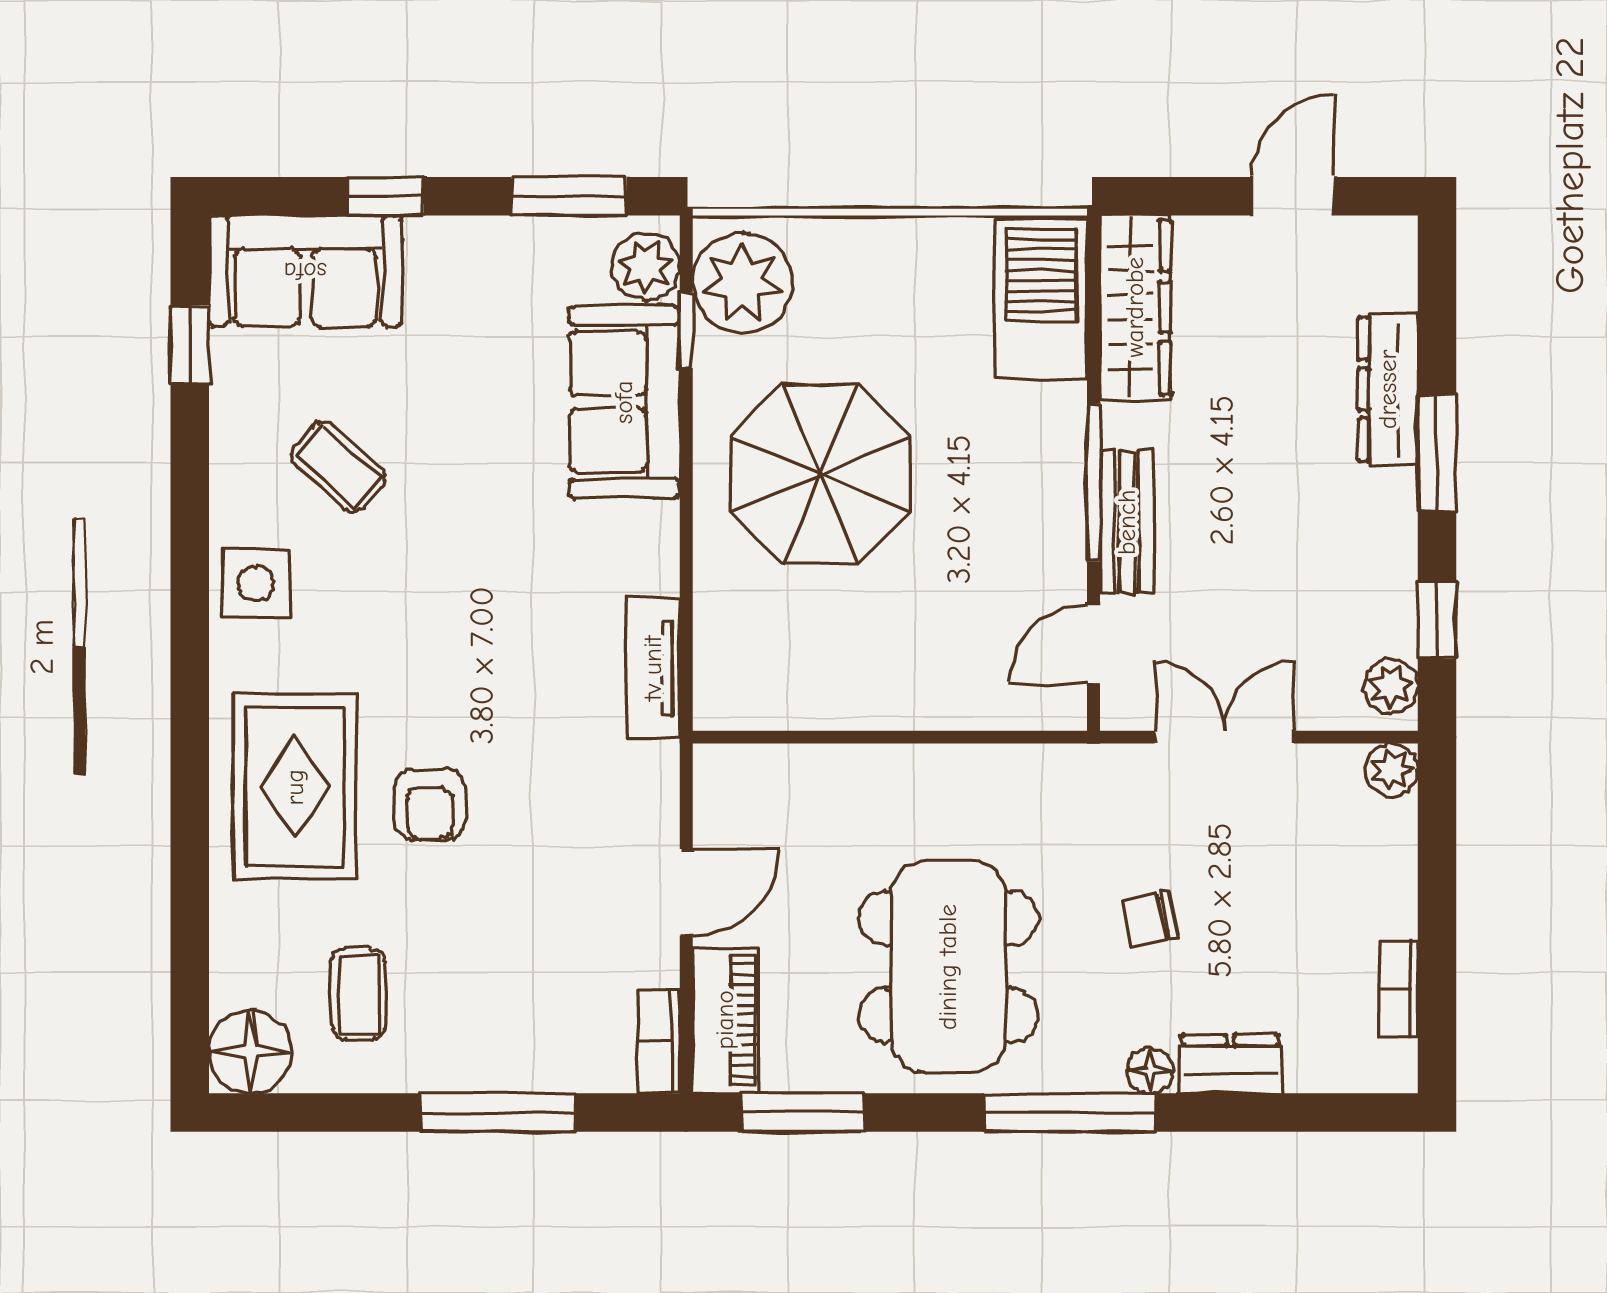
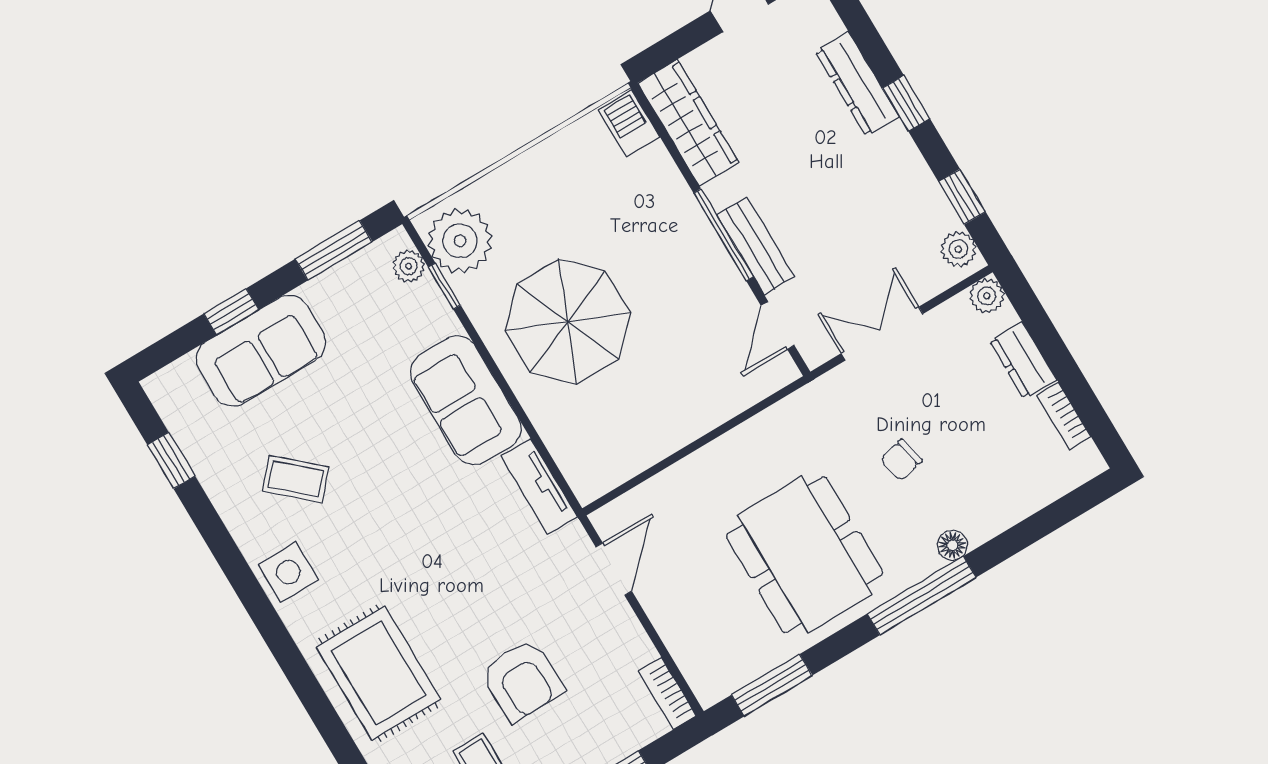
plant: (646, 267) -> (409, 266), width x0.73, depth x0.73
sofa: (305, 271) -> (261, 351), moved
barbecue: (1041, 299) -> (629, 123), width x0.53, depth x0.65
sofa: (624, 402) -> (466, 400), moved
window: (1437, 453) -> (906, 103), width x0.67
armchair: (430, 805) -> (522, 680), moved, width x1.38, depth x1.38
door: (686, 892) -> (614, 569), moved
piano: (725, 1020) -> (698, 659), removed
dresser: (1230, 1064) -> (1023, 360), moved, turned -90

